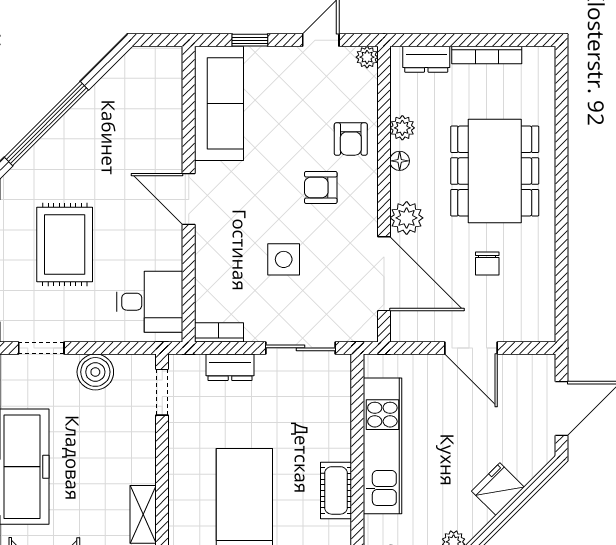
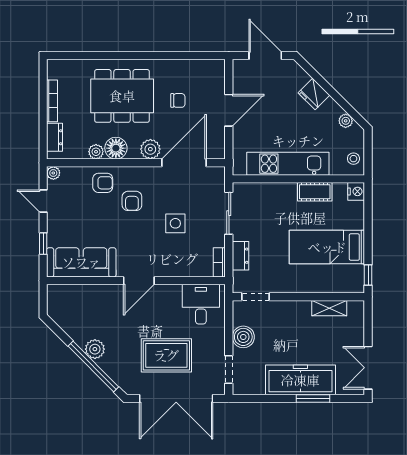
plant: (75, 126) -> (95, 349), added
floor lamp: (400, 161) -> (116, 148), width x1.89, depth x1.89

